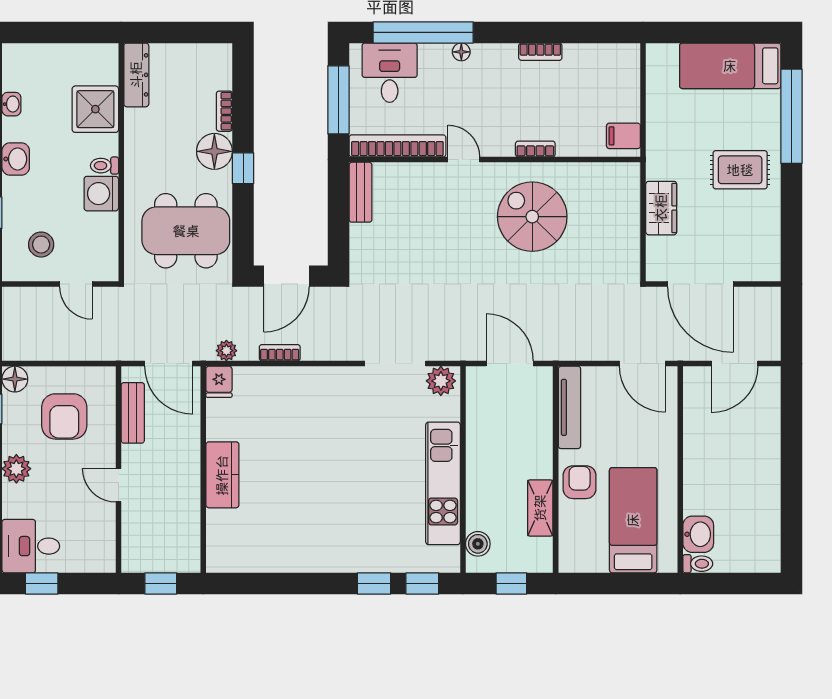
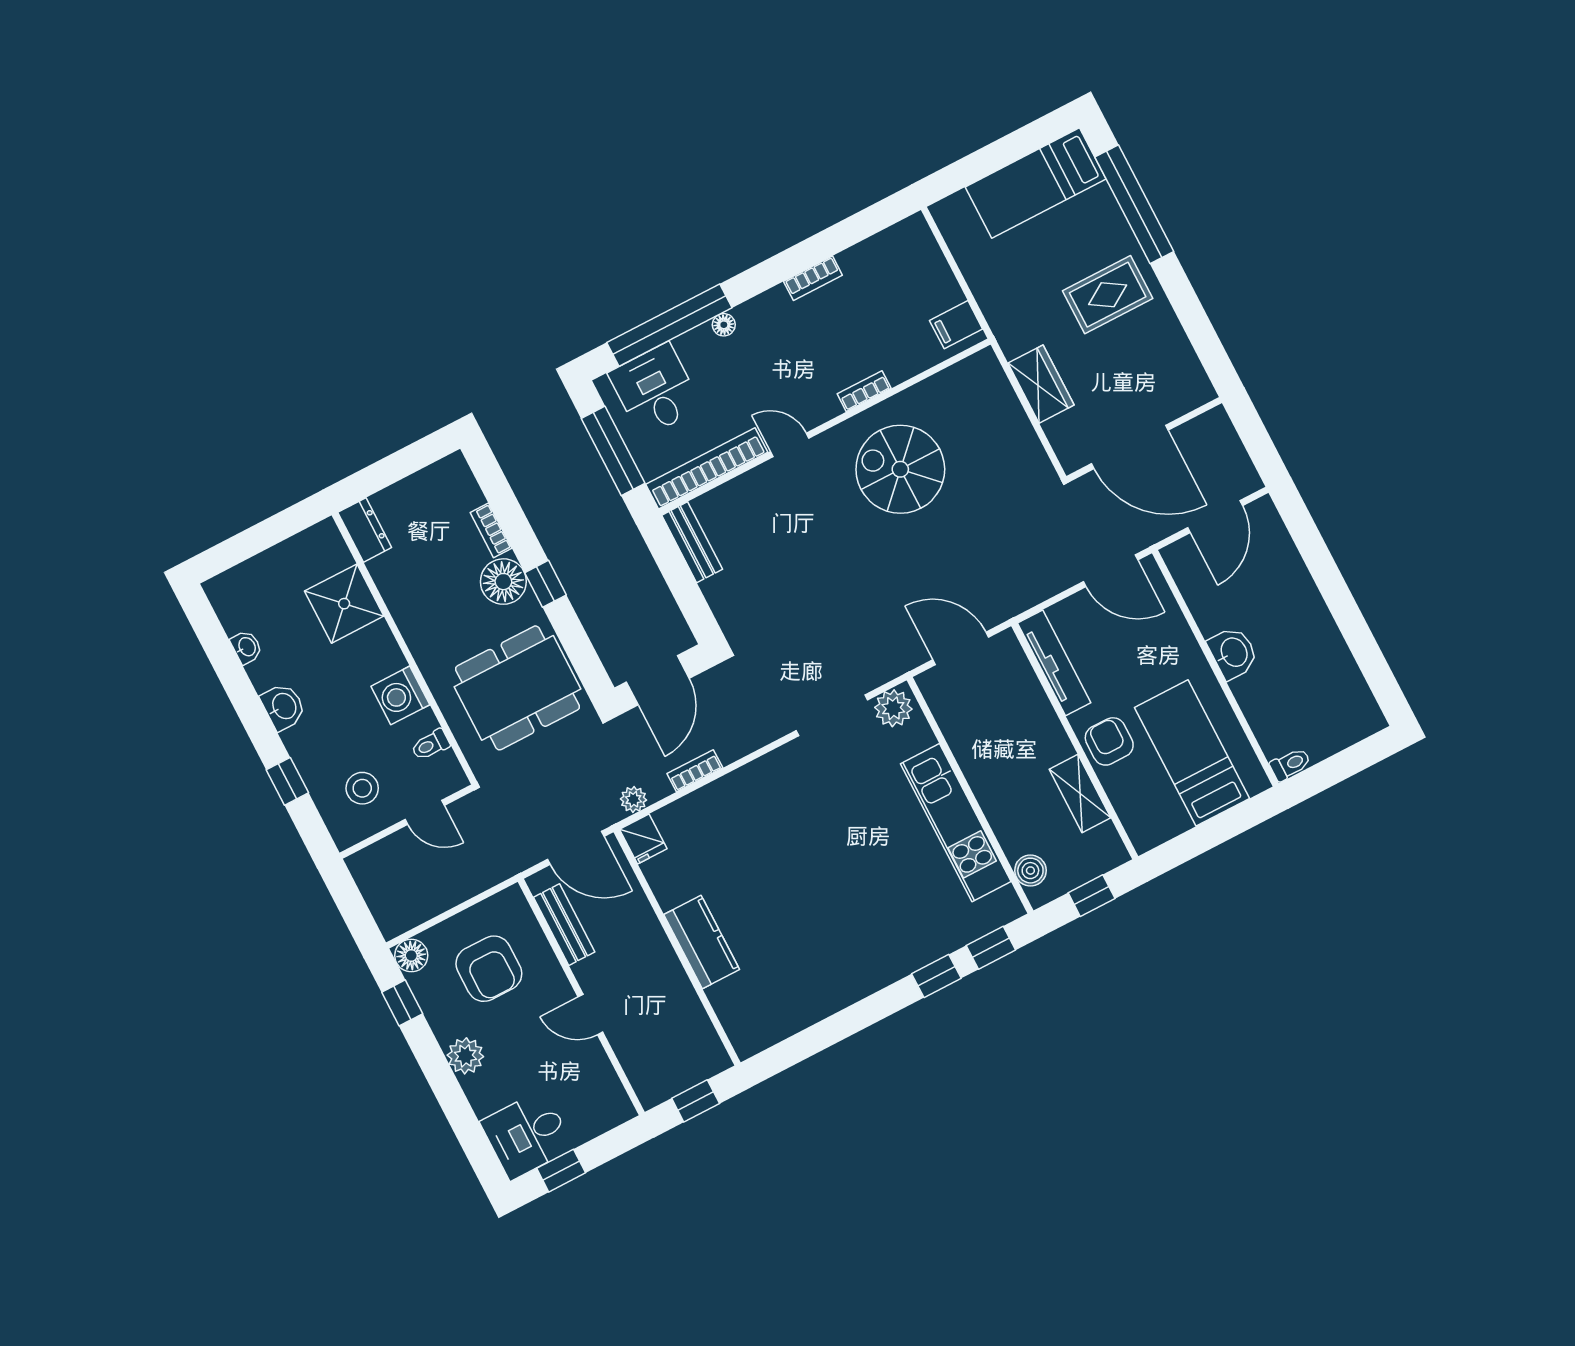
dresser: (136, 75) -> (365, 530), width x0.70
toilet: (104, 166) -> (430, 745), moved
washbasin: (698, 534) -> (1233, 653), moved

